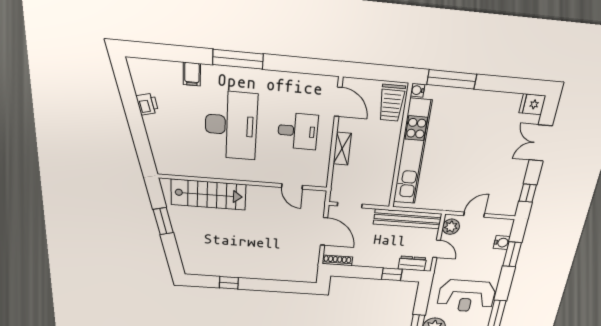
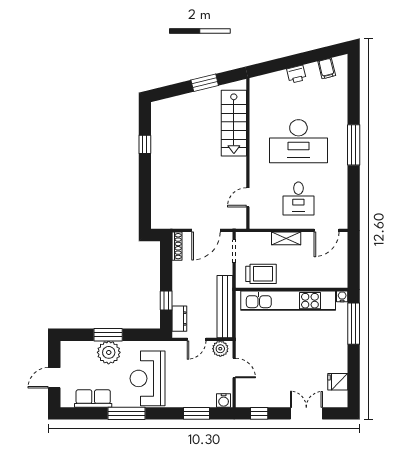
filing cabinet: (192, 74) -> (327, 68), moved, turned -104
trolley: (392, 103) -> (261, 274), moved, turned 180
printer: (147, 104) -> (296, 74), moved
fridge: (532, 104) -> (338, 382), moved, turned -90
water cooler: (502, 243) -> (224, 401), moved

